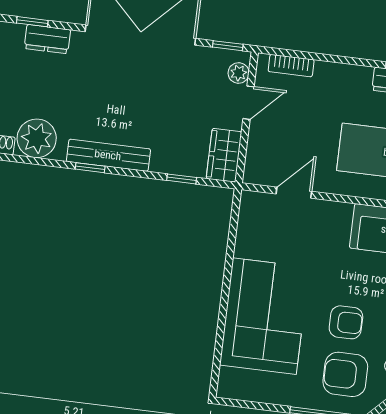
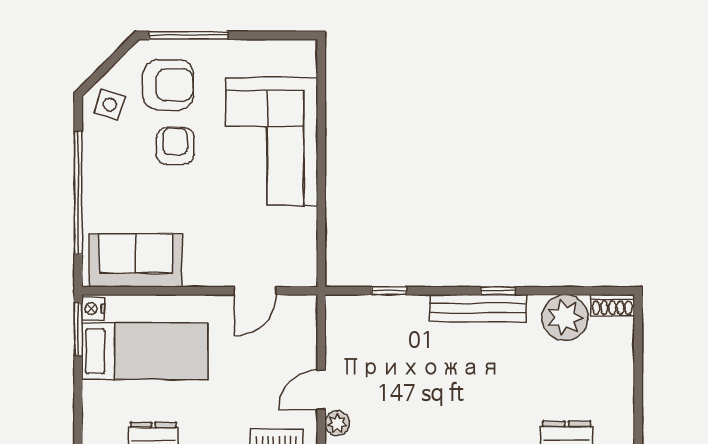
wardrobe: (224, 155) -> (342, 325), removed
armchair: (346, 322) -> (175, 146), turned 90

